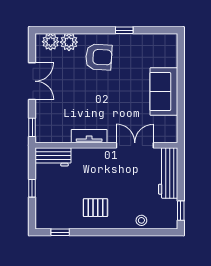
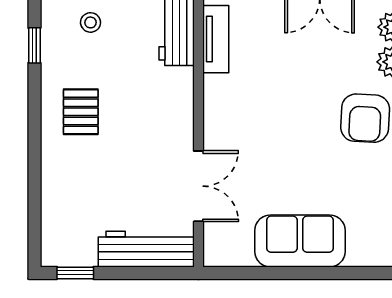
tv unit: (89, 136) -> (216, 39), moved
stool: (141, 220) -> (90, 22), moved

